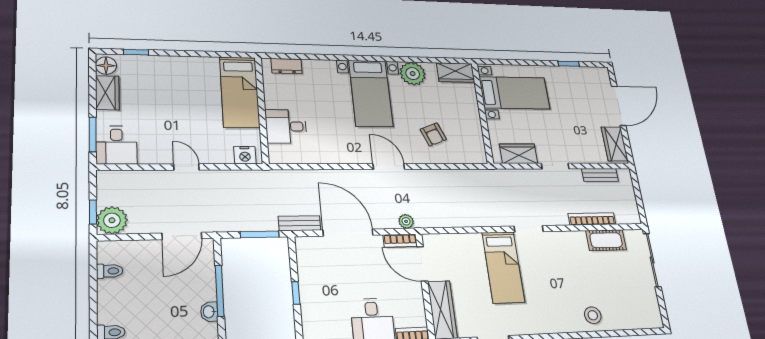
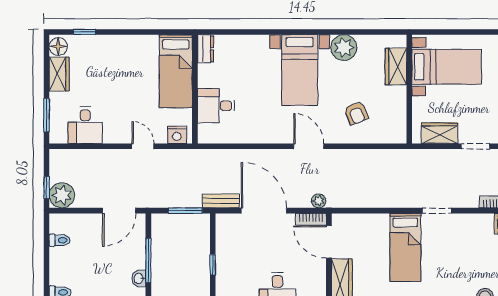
dresser: (287, 66) -> (206, 49), moved, turned -90
wardrobe: (456, 73) -> (396, 66), moved, turned 90
desk: (116, 145) -> (85, 125), moved
door: (186, 167) -> (143, 146), moved

